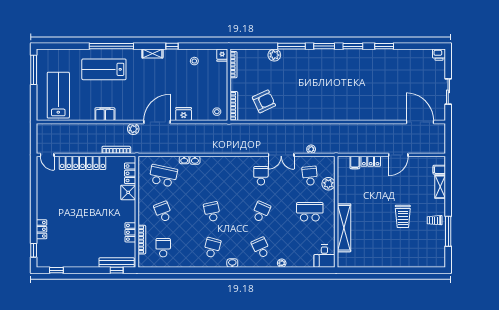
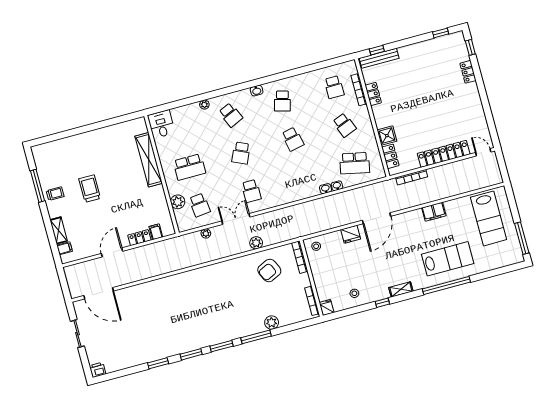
plant: (133, 129) -> (256, 243), moved

